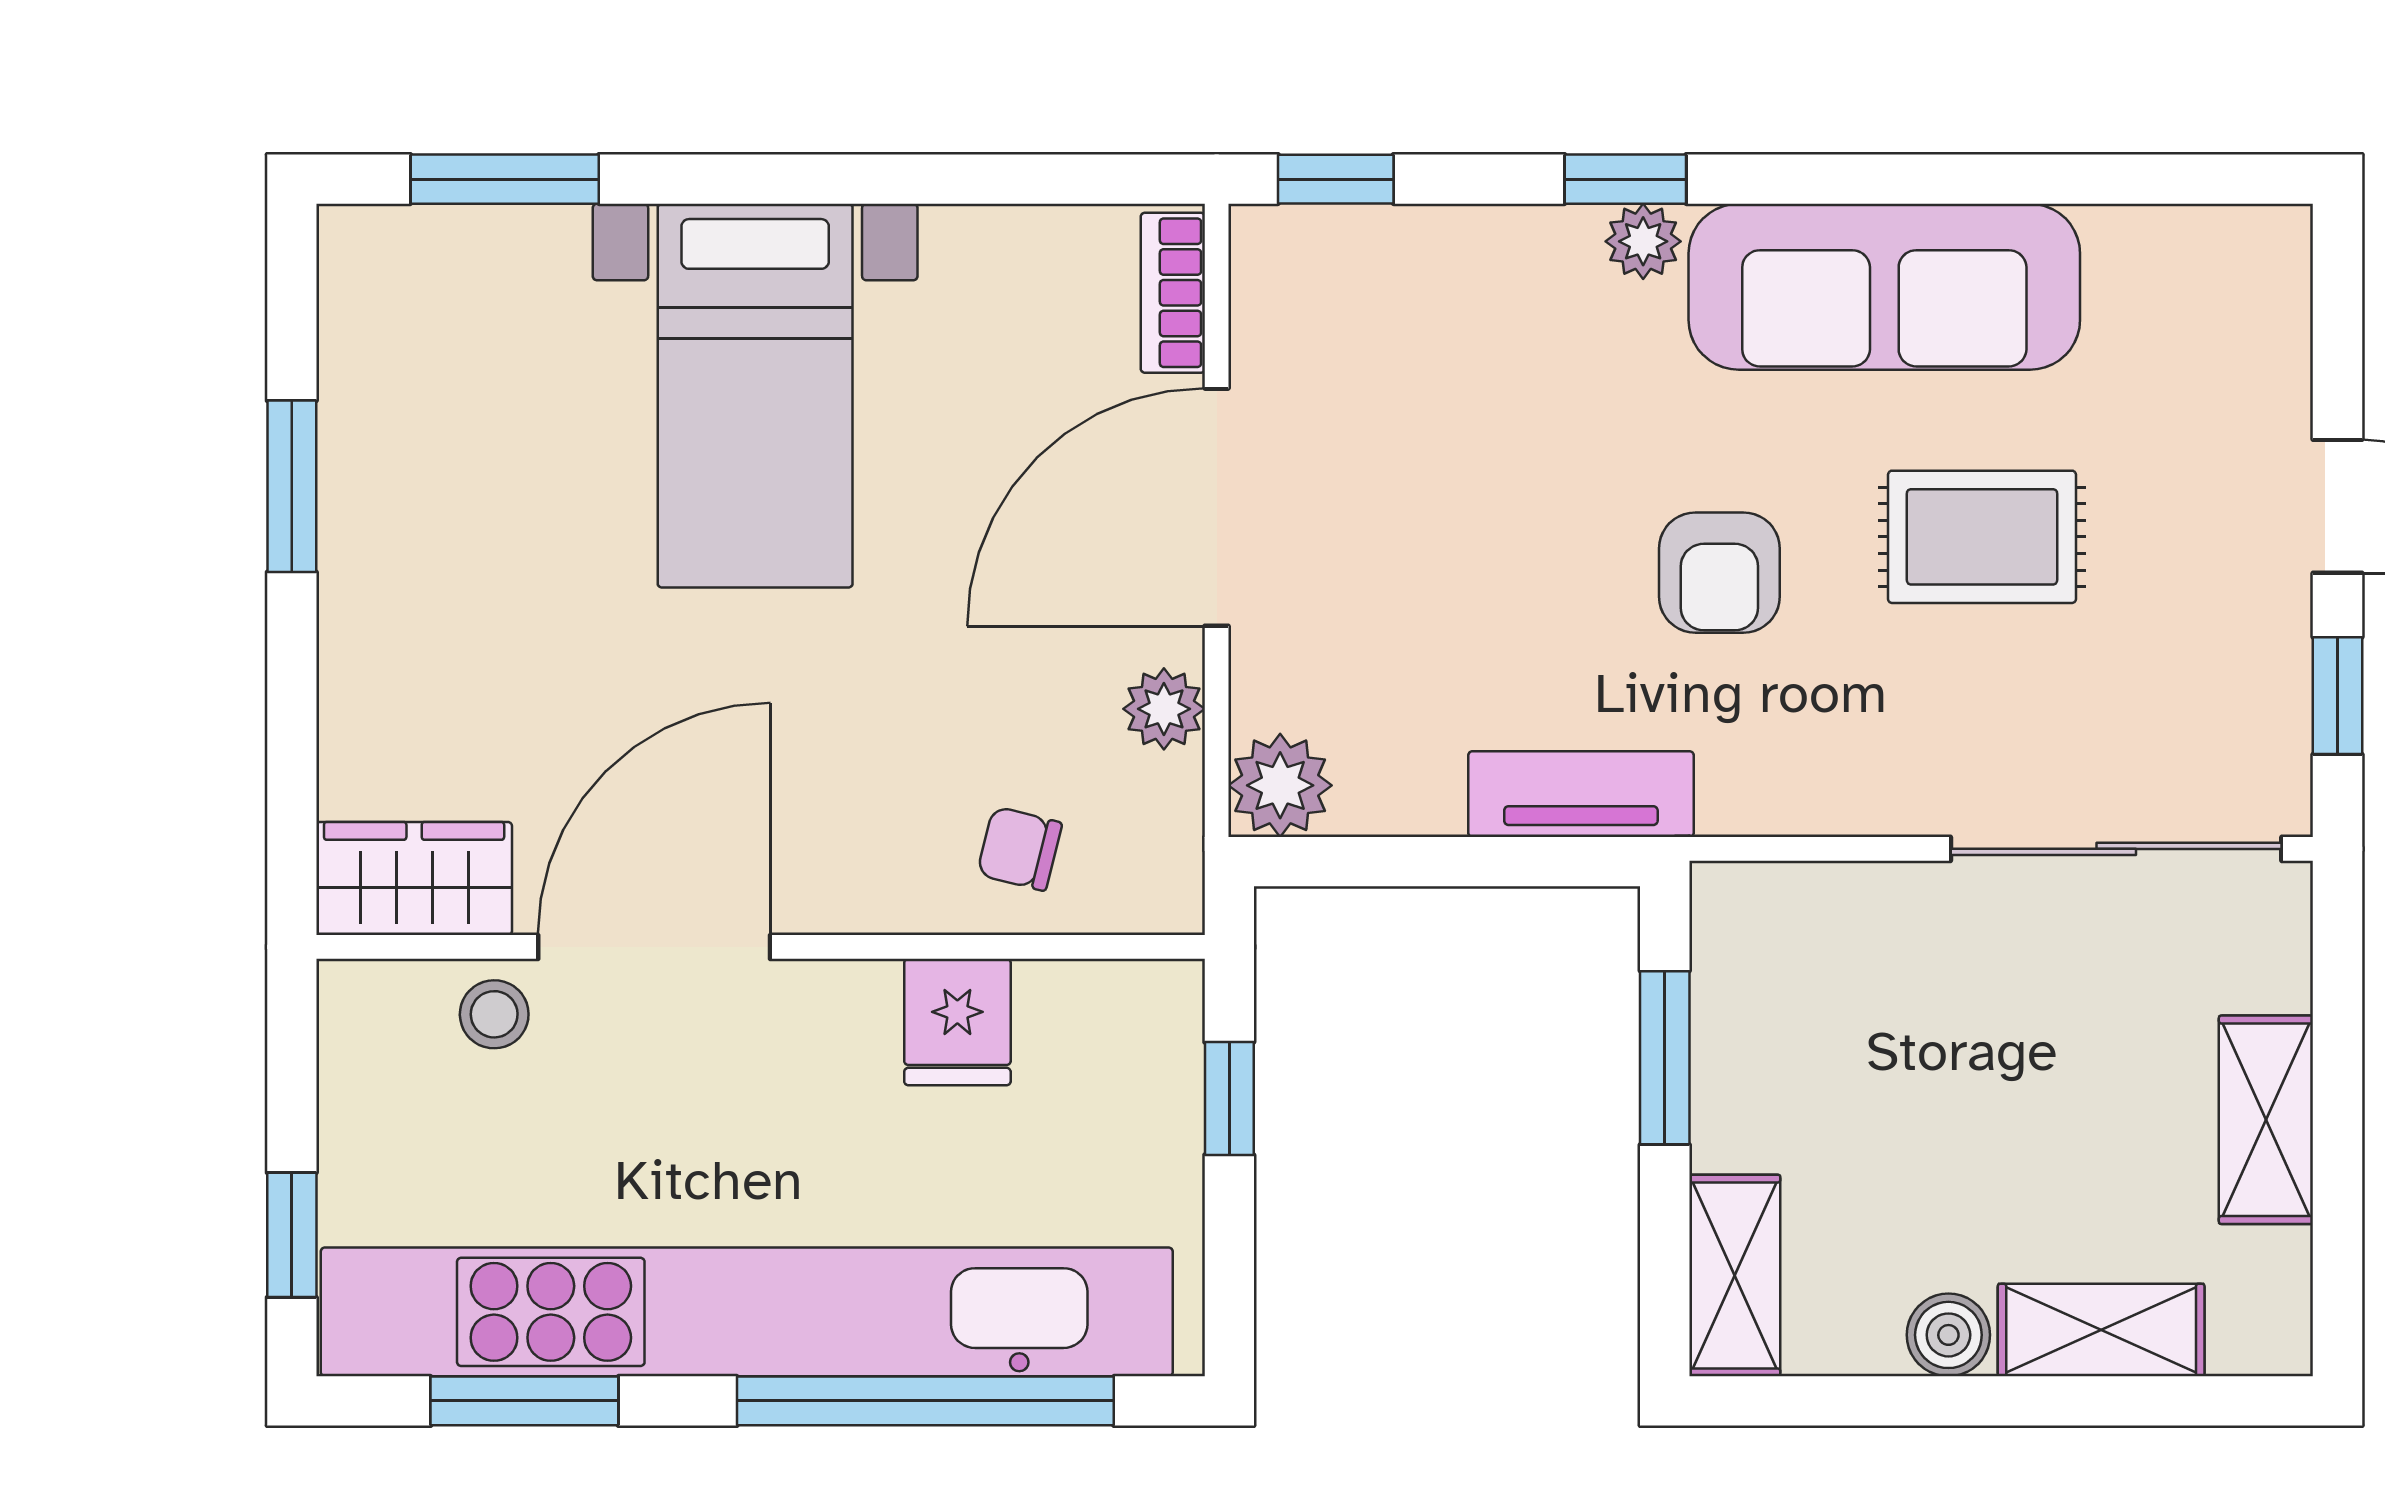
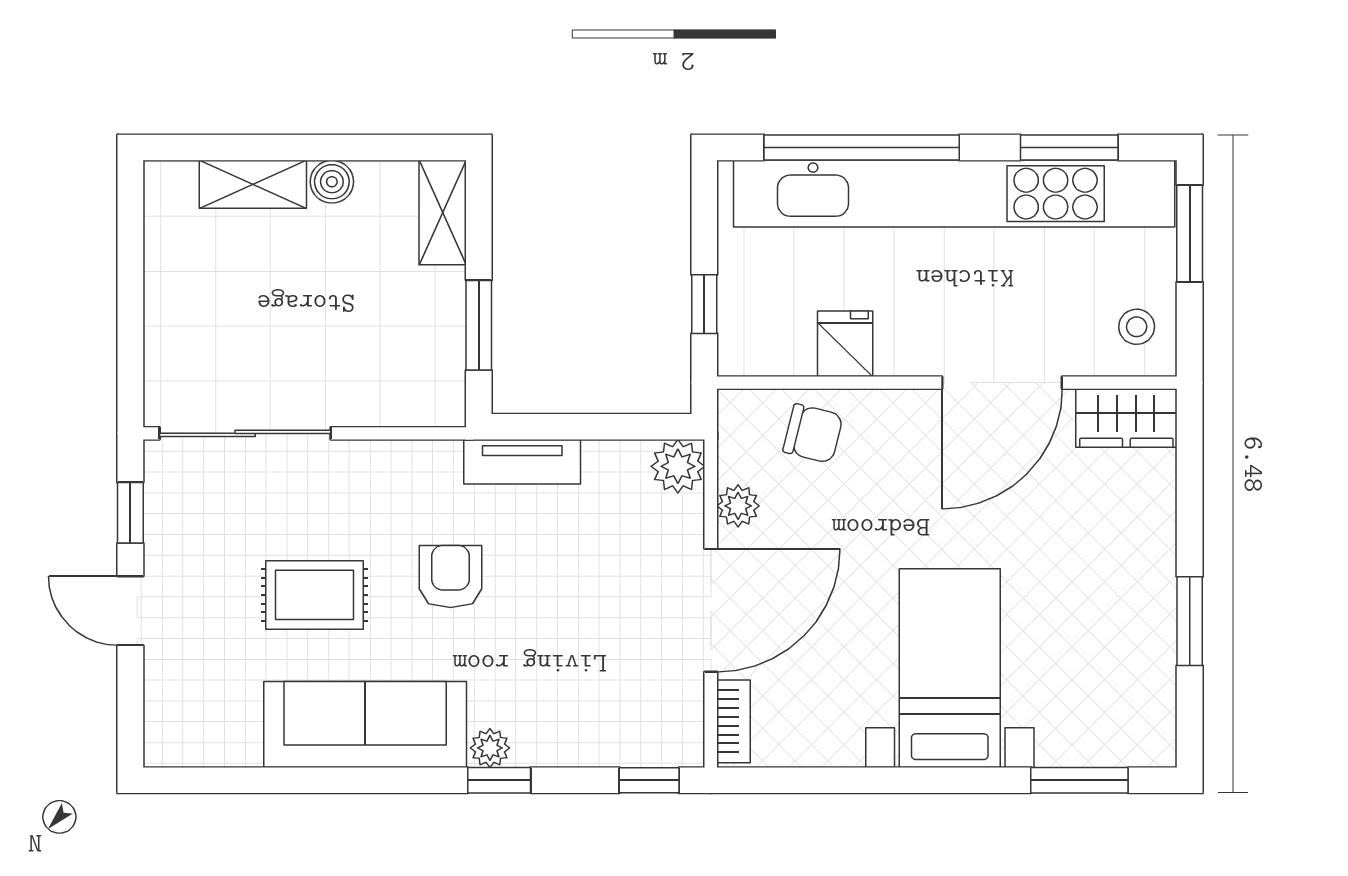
chair: (1019, 849) -> (813, 434), width x1.37, depth x1.37
stool: (494, 1014) -> (1137, 327), moved
shelving: (2266, 1120) -> (167, 293), removed
window: (292, 1235) -> (1190, 233), width x1.50

